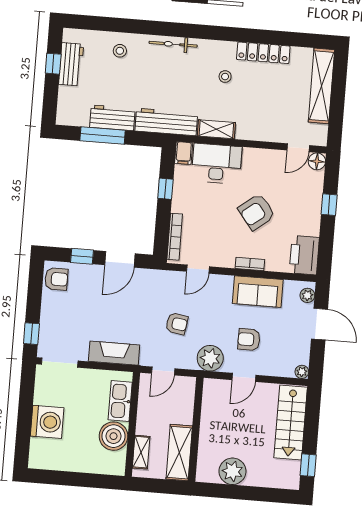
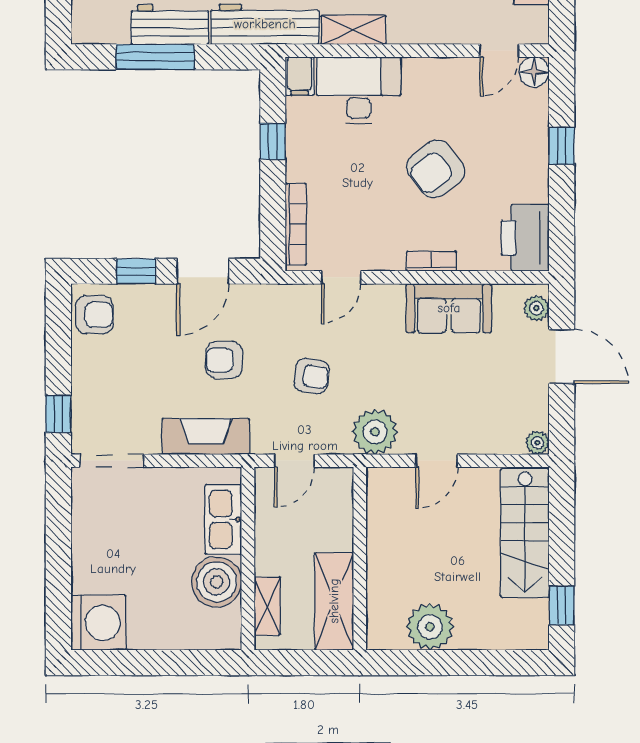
armchair: (249, 339) -> (224, 360), moved
washing machine: (47, 422) -> (98, 623), moved

